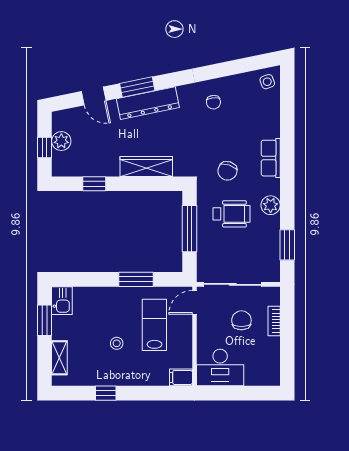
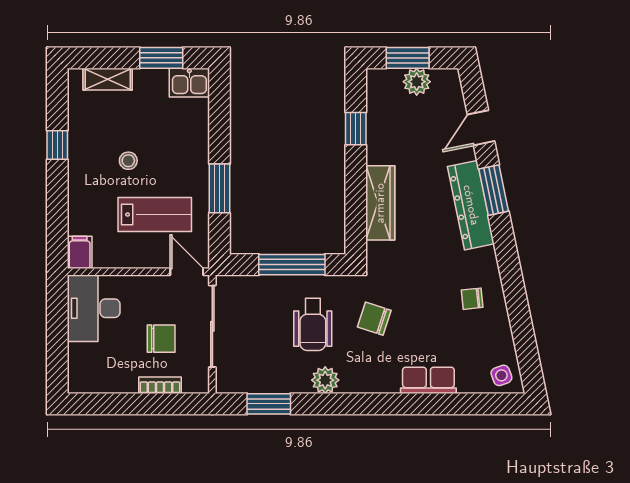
window: (45, 147) -> (408, 58), width x1.50
row of seats: (271, 158) -> (428, 380), moved

